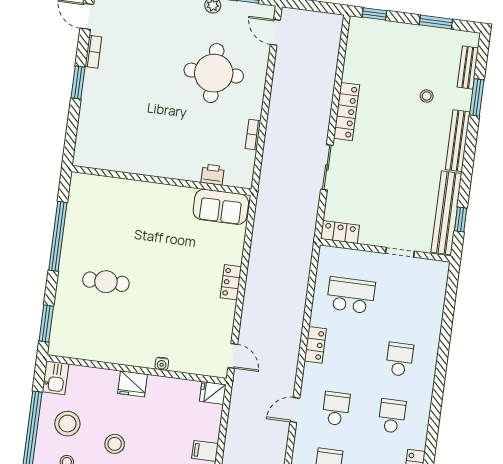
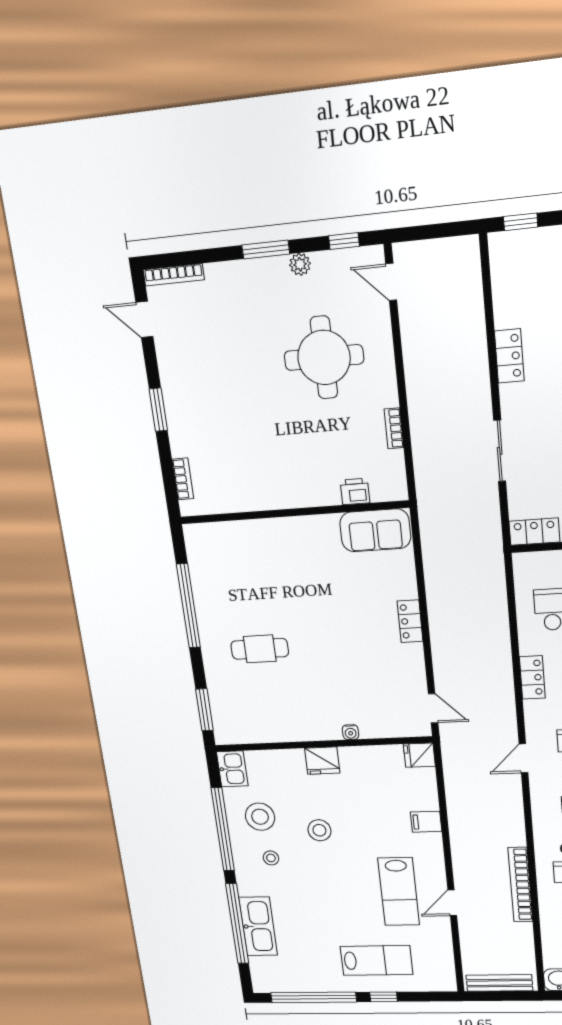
bookcase: (93, 52) -> (183, 479), moved
locker: (347, 112) -> (509, 356), width x0.66

